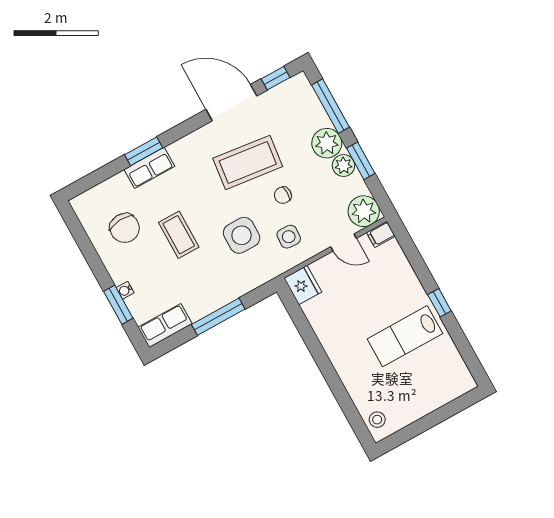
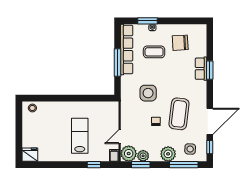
window: (361, 161) -> (141, 165), moved
plant: (343, 166) -> (143, 156), moved
coffee table: (179, 235) -> (154, 52), moved
side table: (289, 237) -> (190, 149), moved
fridge: (303, 285) -> (30, 155), moved, turned 180
window: (439, 303) -> (94, 165), moved
row of seats: (165, 326) -> (127, 49), width x2.02
lab bench: (405, 336) -> (80, 136), moved

